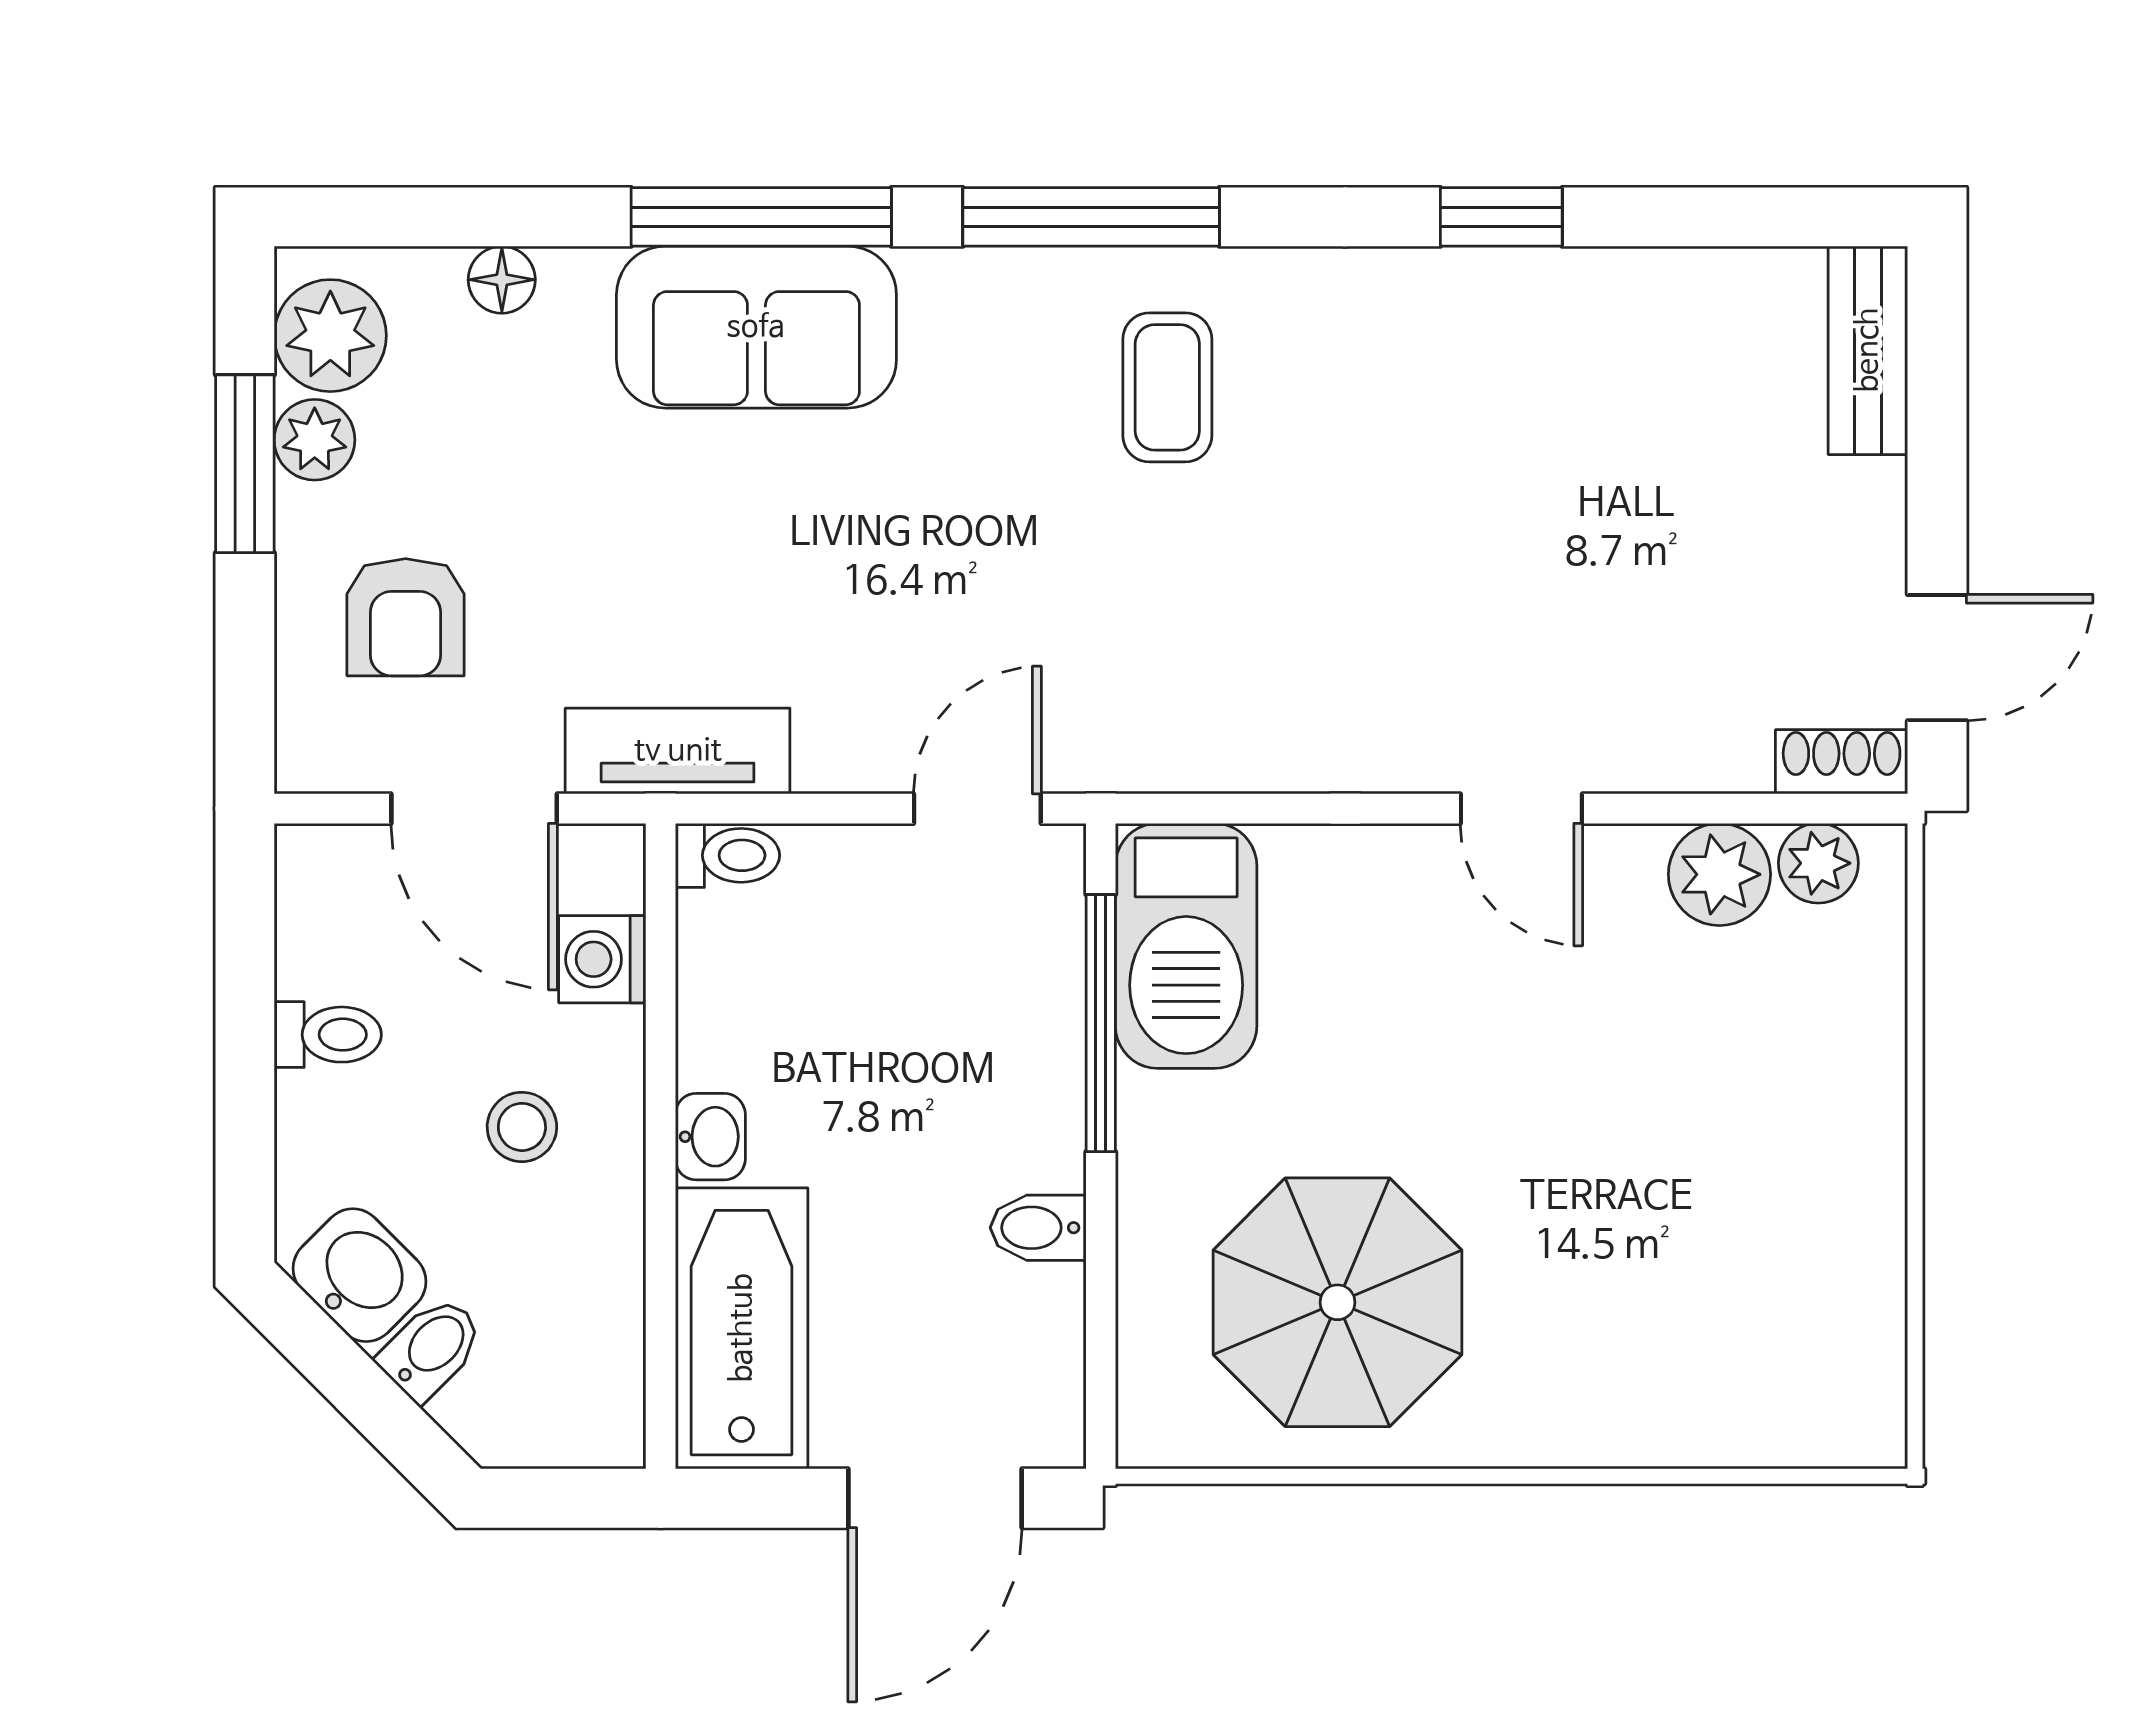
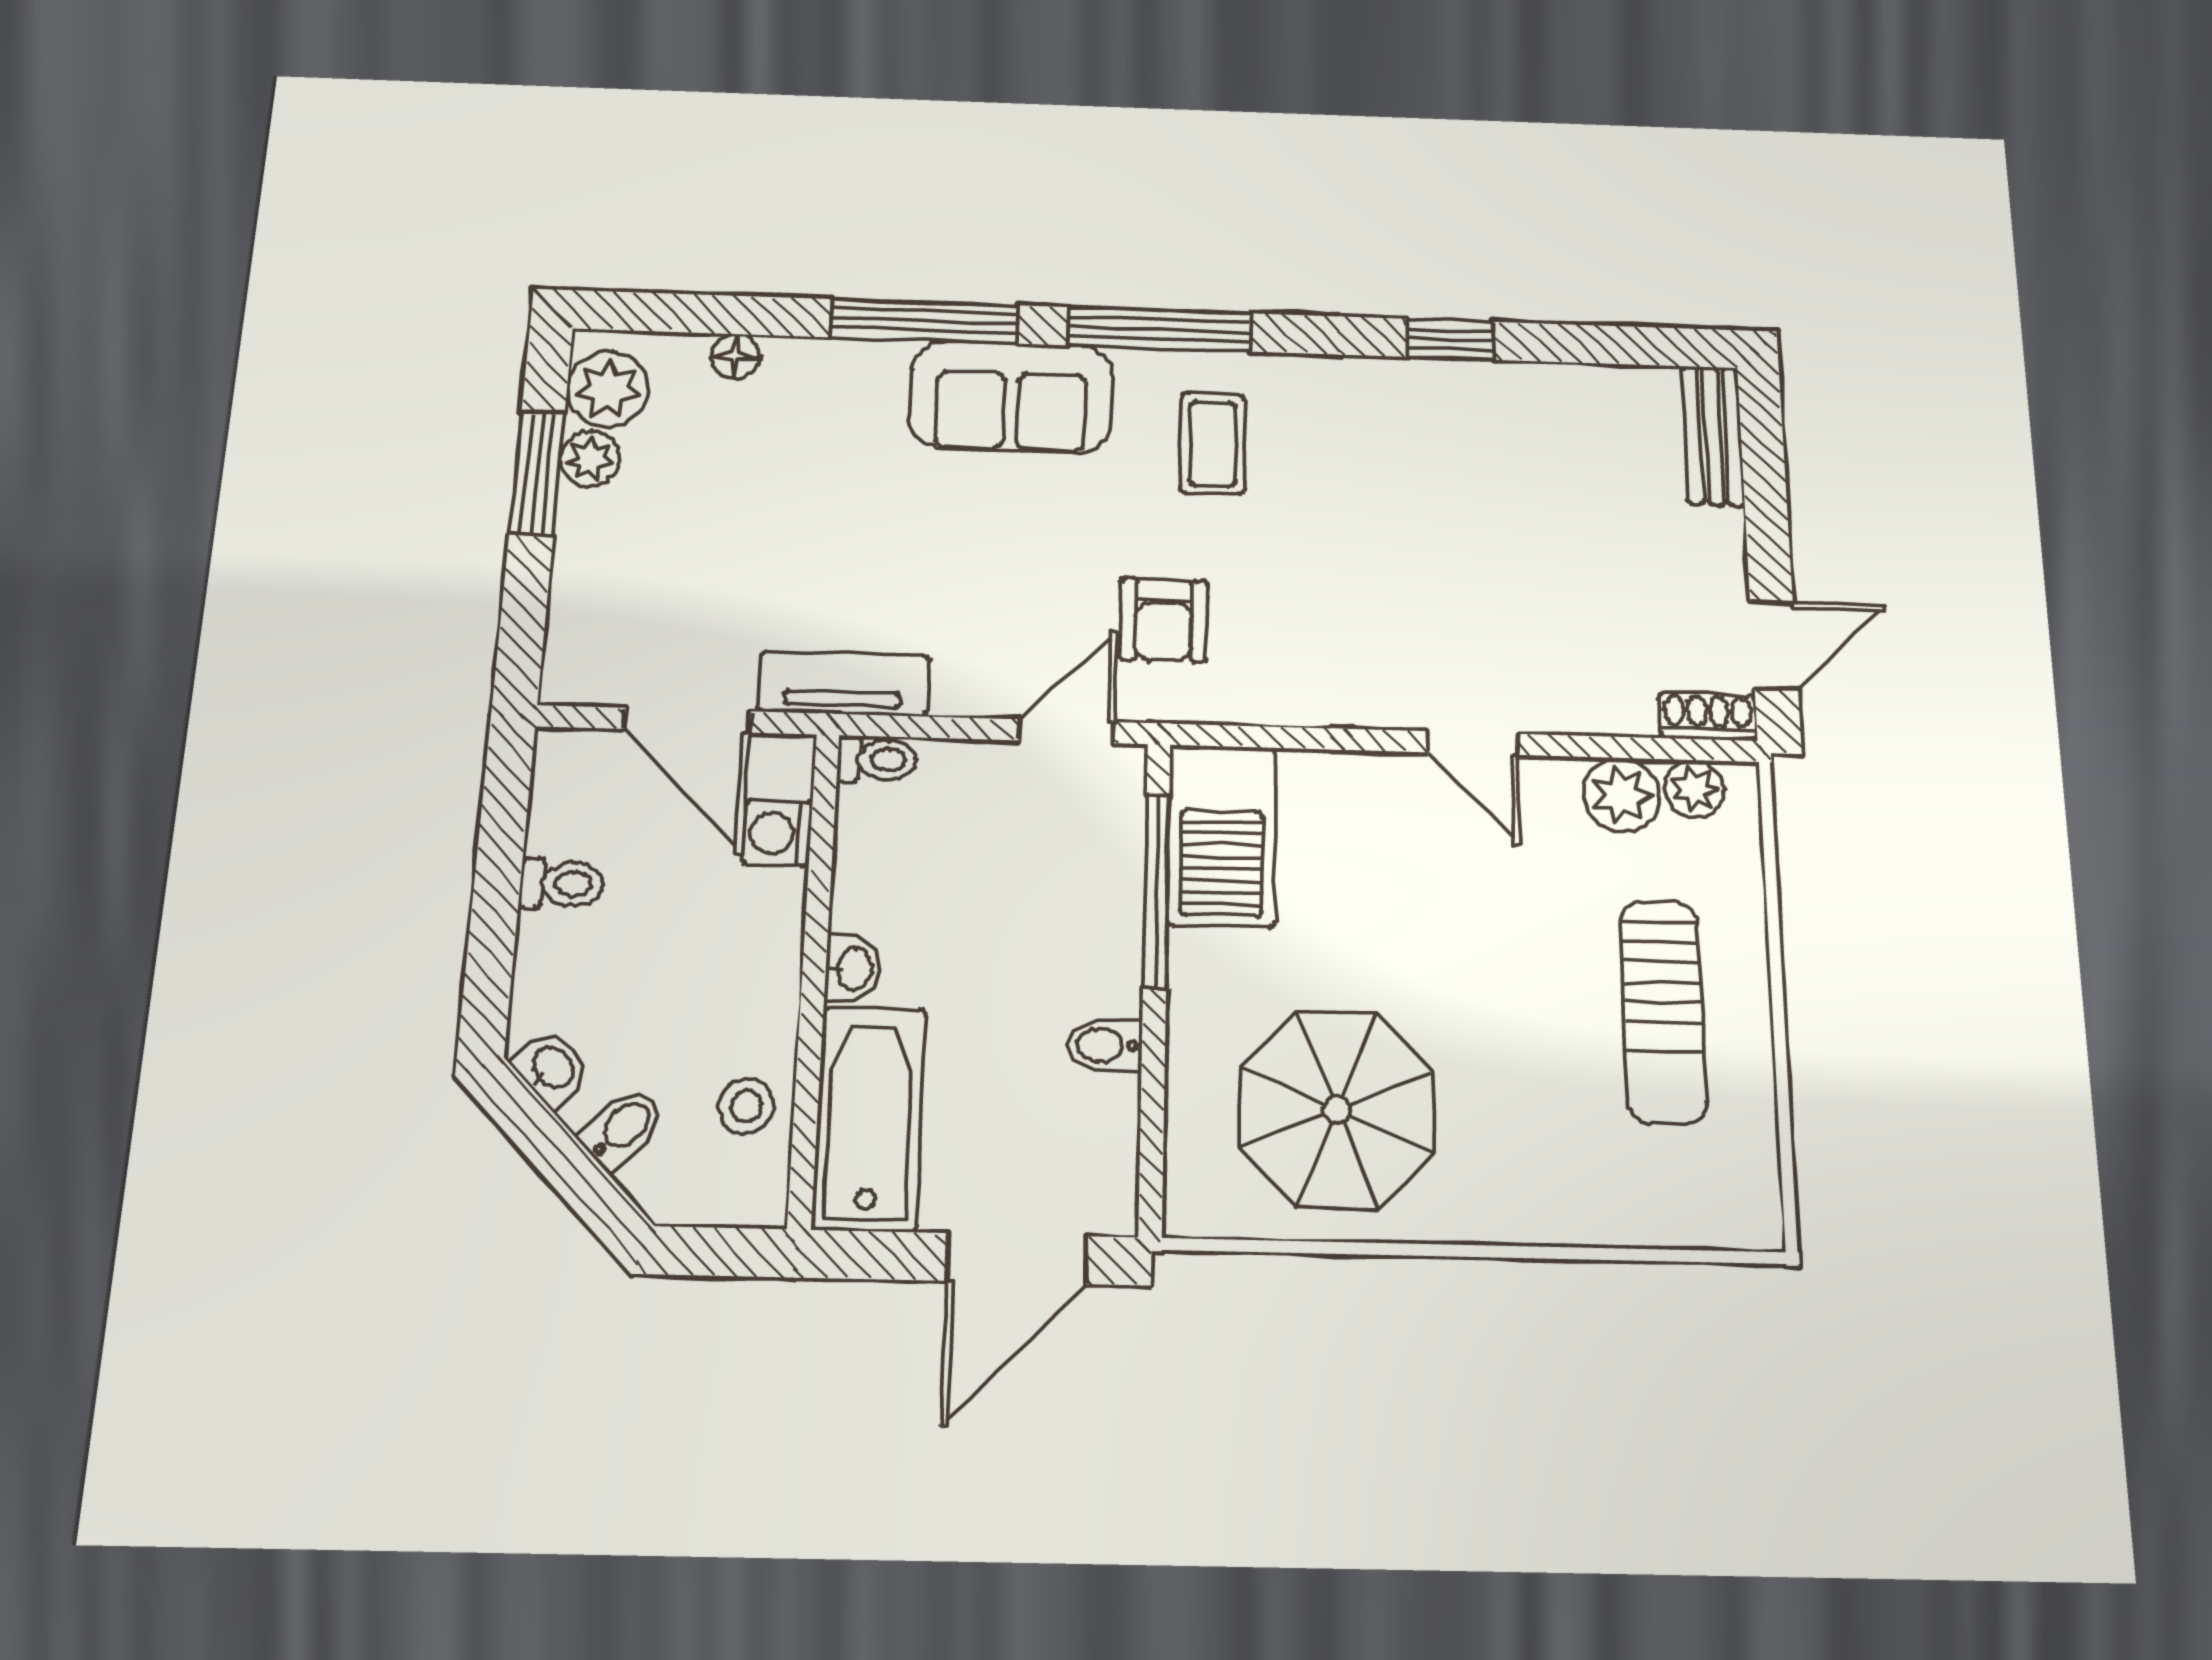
sofa: (756, 327) -> (1011, 397), moved
armchair: (406, 617) -> (1164, 620), moved
stool: (522, 1127) -> (746, 1106), moved
sun lounger: (1763, 1165) -> (1663, 1012), added
washbasin: (359, 1275) -> (552, 1068), width x0.72, depth x0.69

